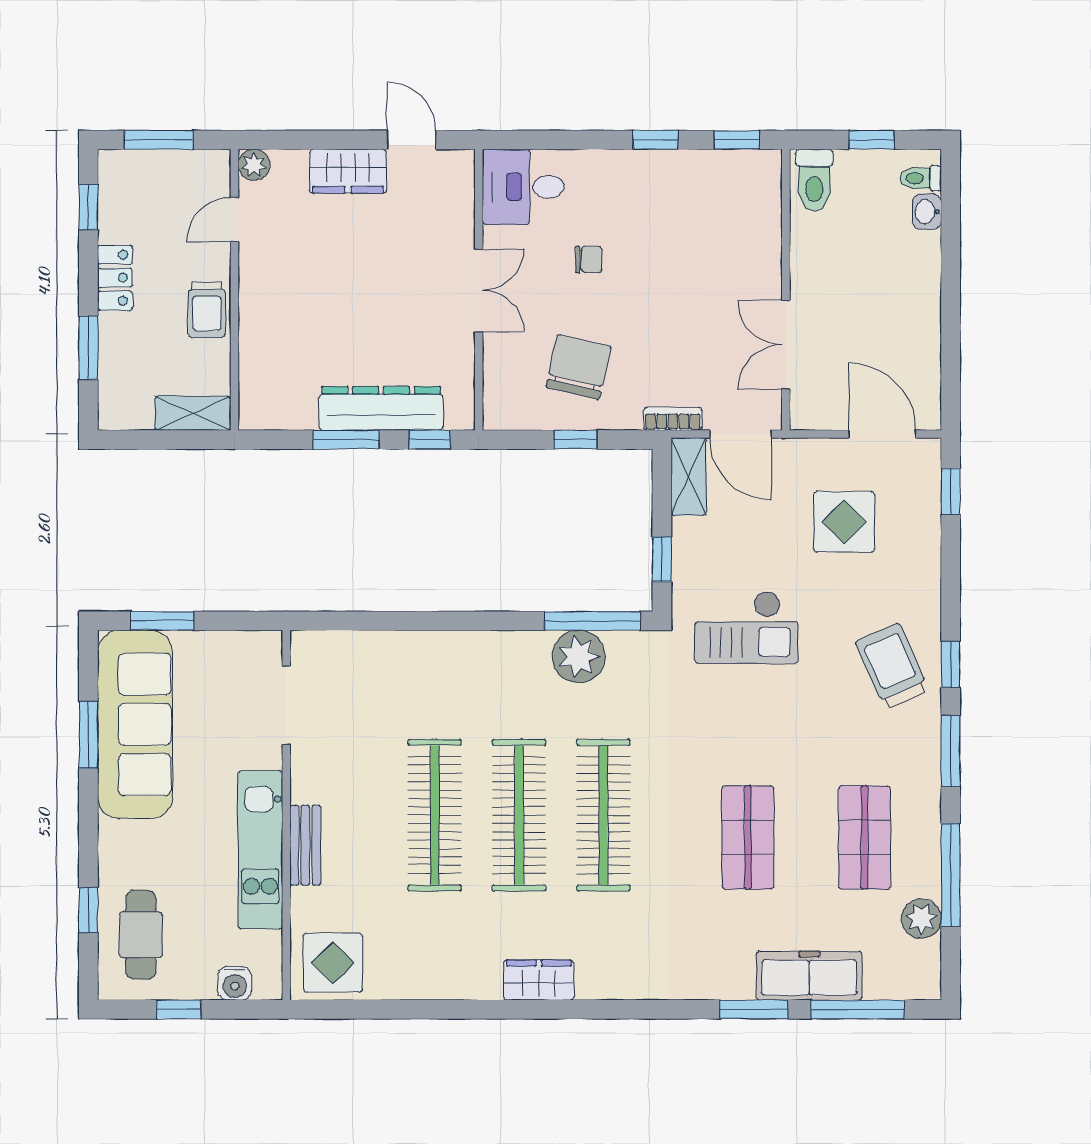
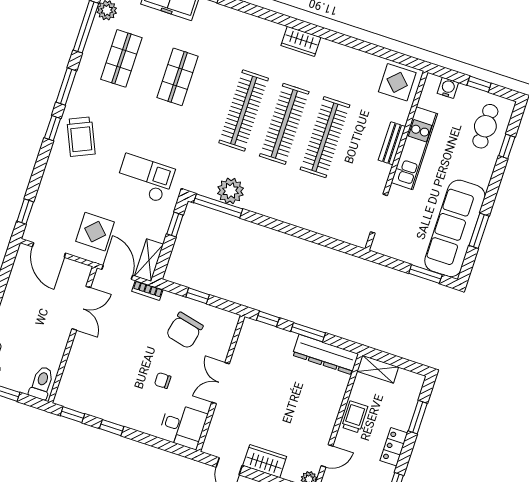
dresser: (381, 408) -> (325, 355), moved
display table: (844, 522) -> (95, 232), moved

